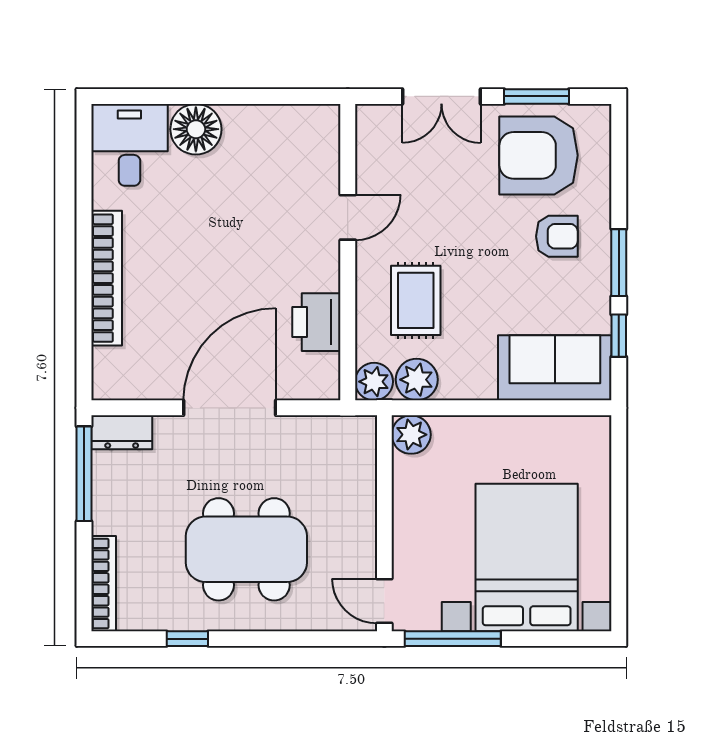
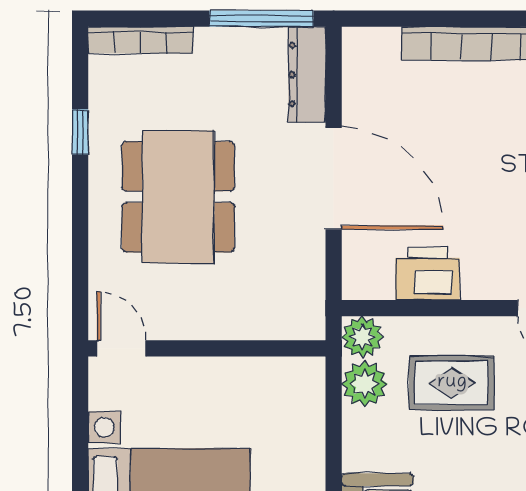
dresser: (122, 432) -> (307, 75), width x1.44
plant: (411, 435) -> (304, 378), removed
door: (384, 601) -> (121, 348), hinge flipped
window: (453, 639) -> (80, 424), removed

